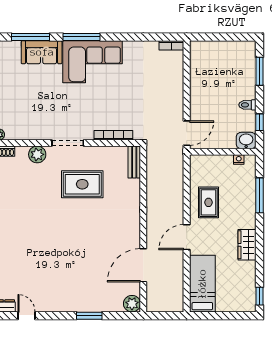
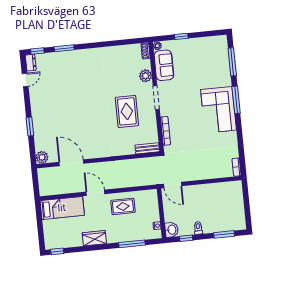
sofa: (42, 52) -> (164, 65), moved, turned 180

